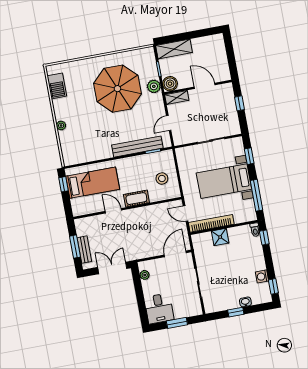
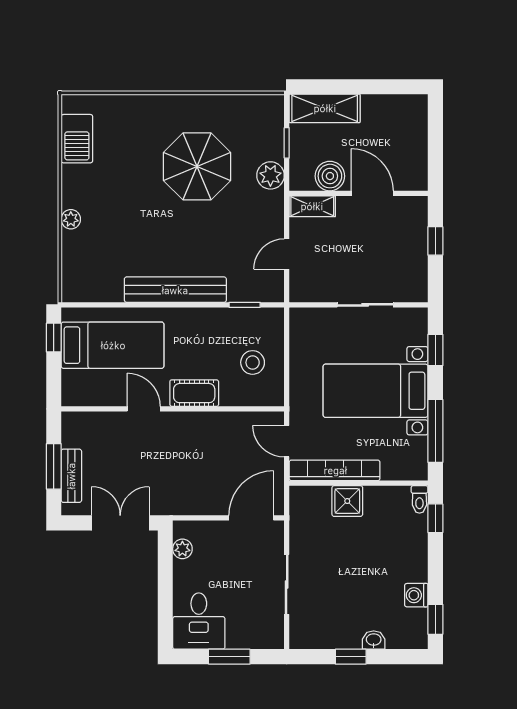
boiler: (170, 84) -> (330, 176), moved
parasol: (117, 89) -> (197, 166), width x0.73, depth x0.73
bench: (137, 147) -> (175, 290), moved

